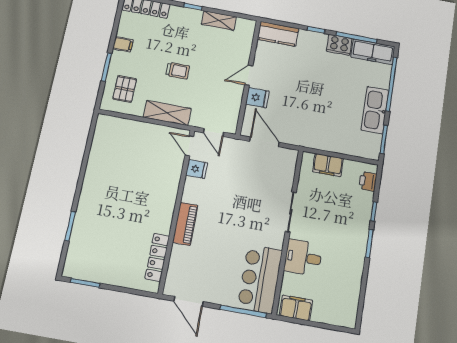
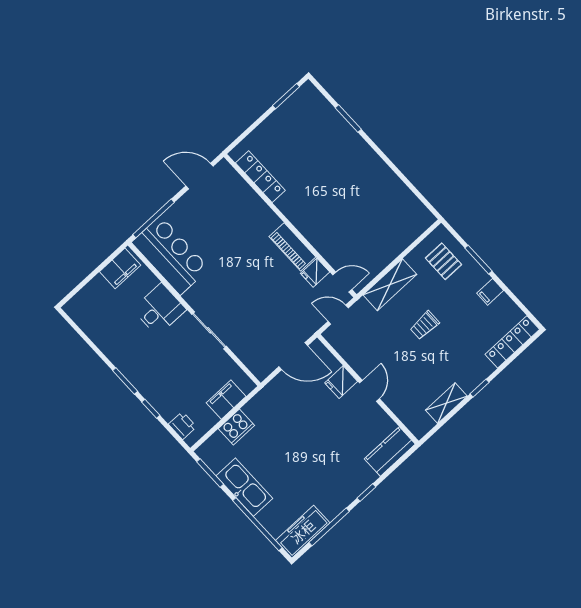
cooker: (339, 45) -> (236, 427), moved, turned 180
piano: (185, 224) -> (292, 247), moved

